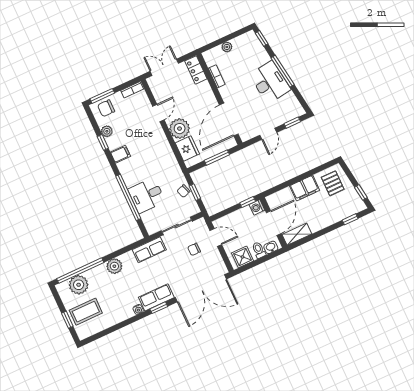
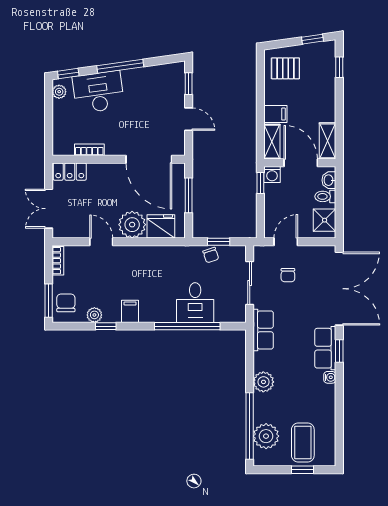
plant: (227, 47) -> (59, 92), moved
desk: (270, 82) -> (98, 92), moved
chair: (106, 108) -> (66, 303), turned 180
filing cabinet: (305, 188) -> (275, 114), width x0.50
shelving: (279, 197) -> (272, 142), added

